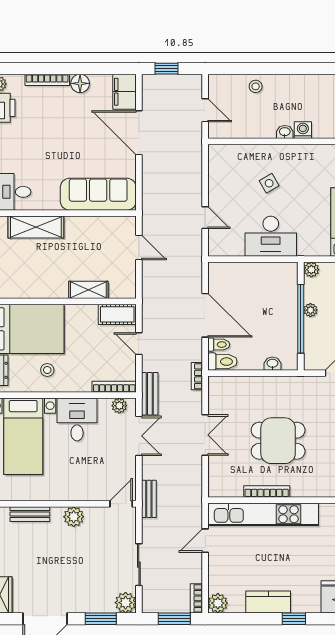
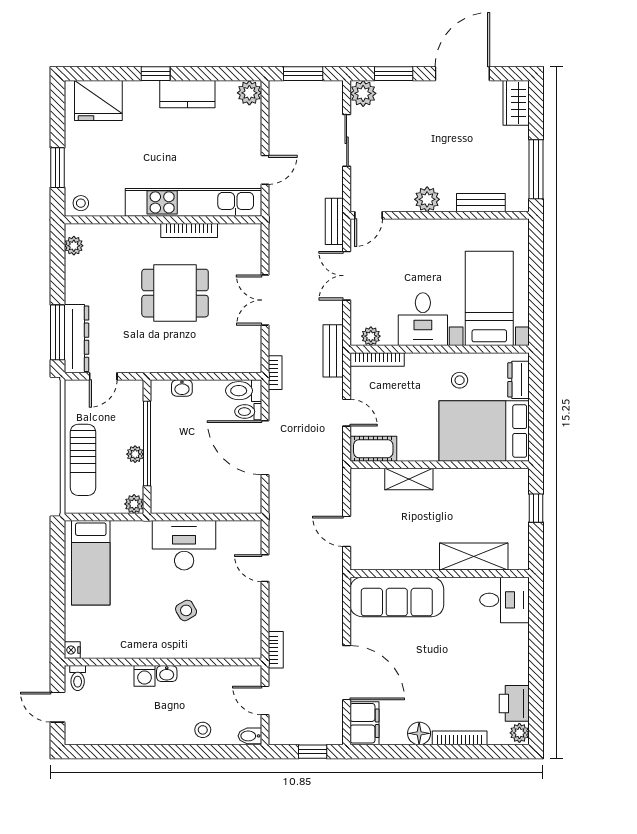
bidet: (217, 81) -> (250, 736), added
double door: (139, 436) -> (347, 276), moved
bookcase: (196, 598) -> (276, 650), moved

